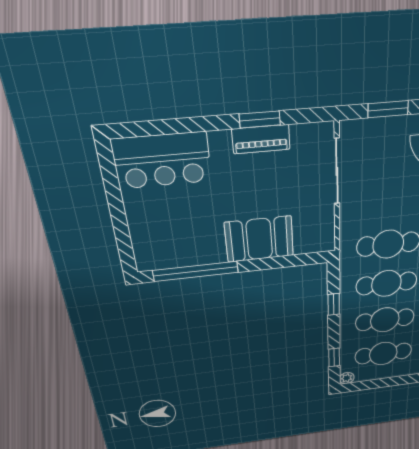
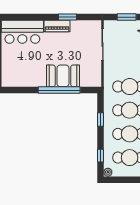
piano: (261, 139) -> (57, 26), moved
window: (196, 271) -> (59, 90), moved

